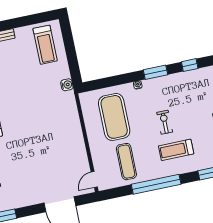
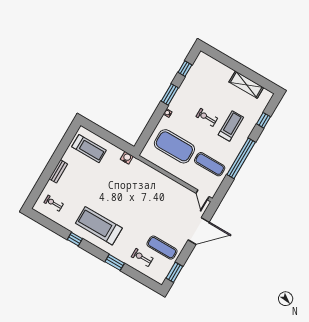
treadmill: (176, 150) -> (231, 126), turned 180
exercise mat: (17, 186) -> (162, 248), added

